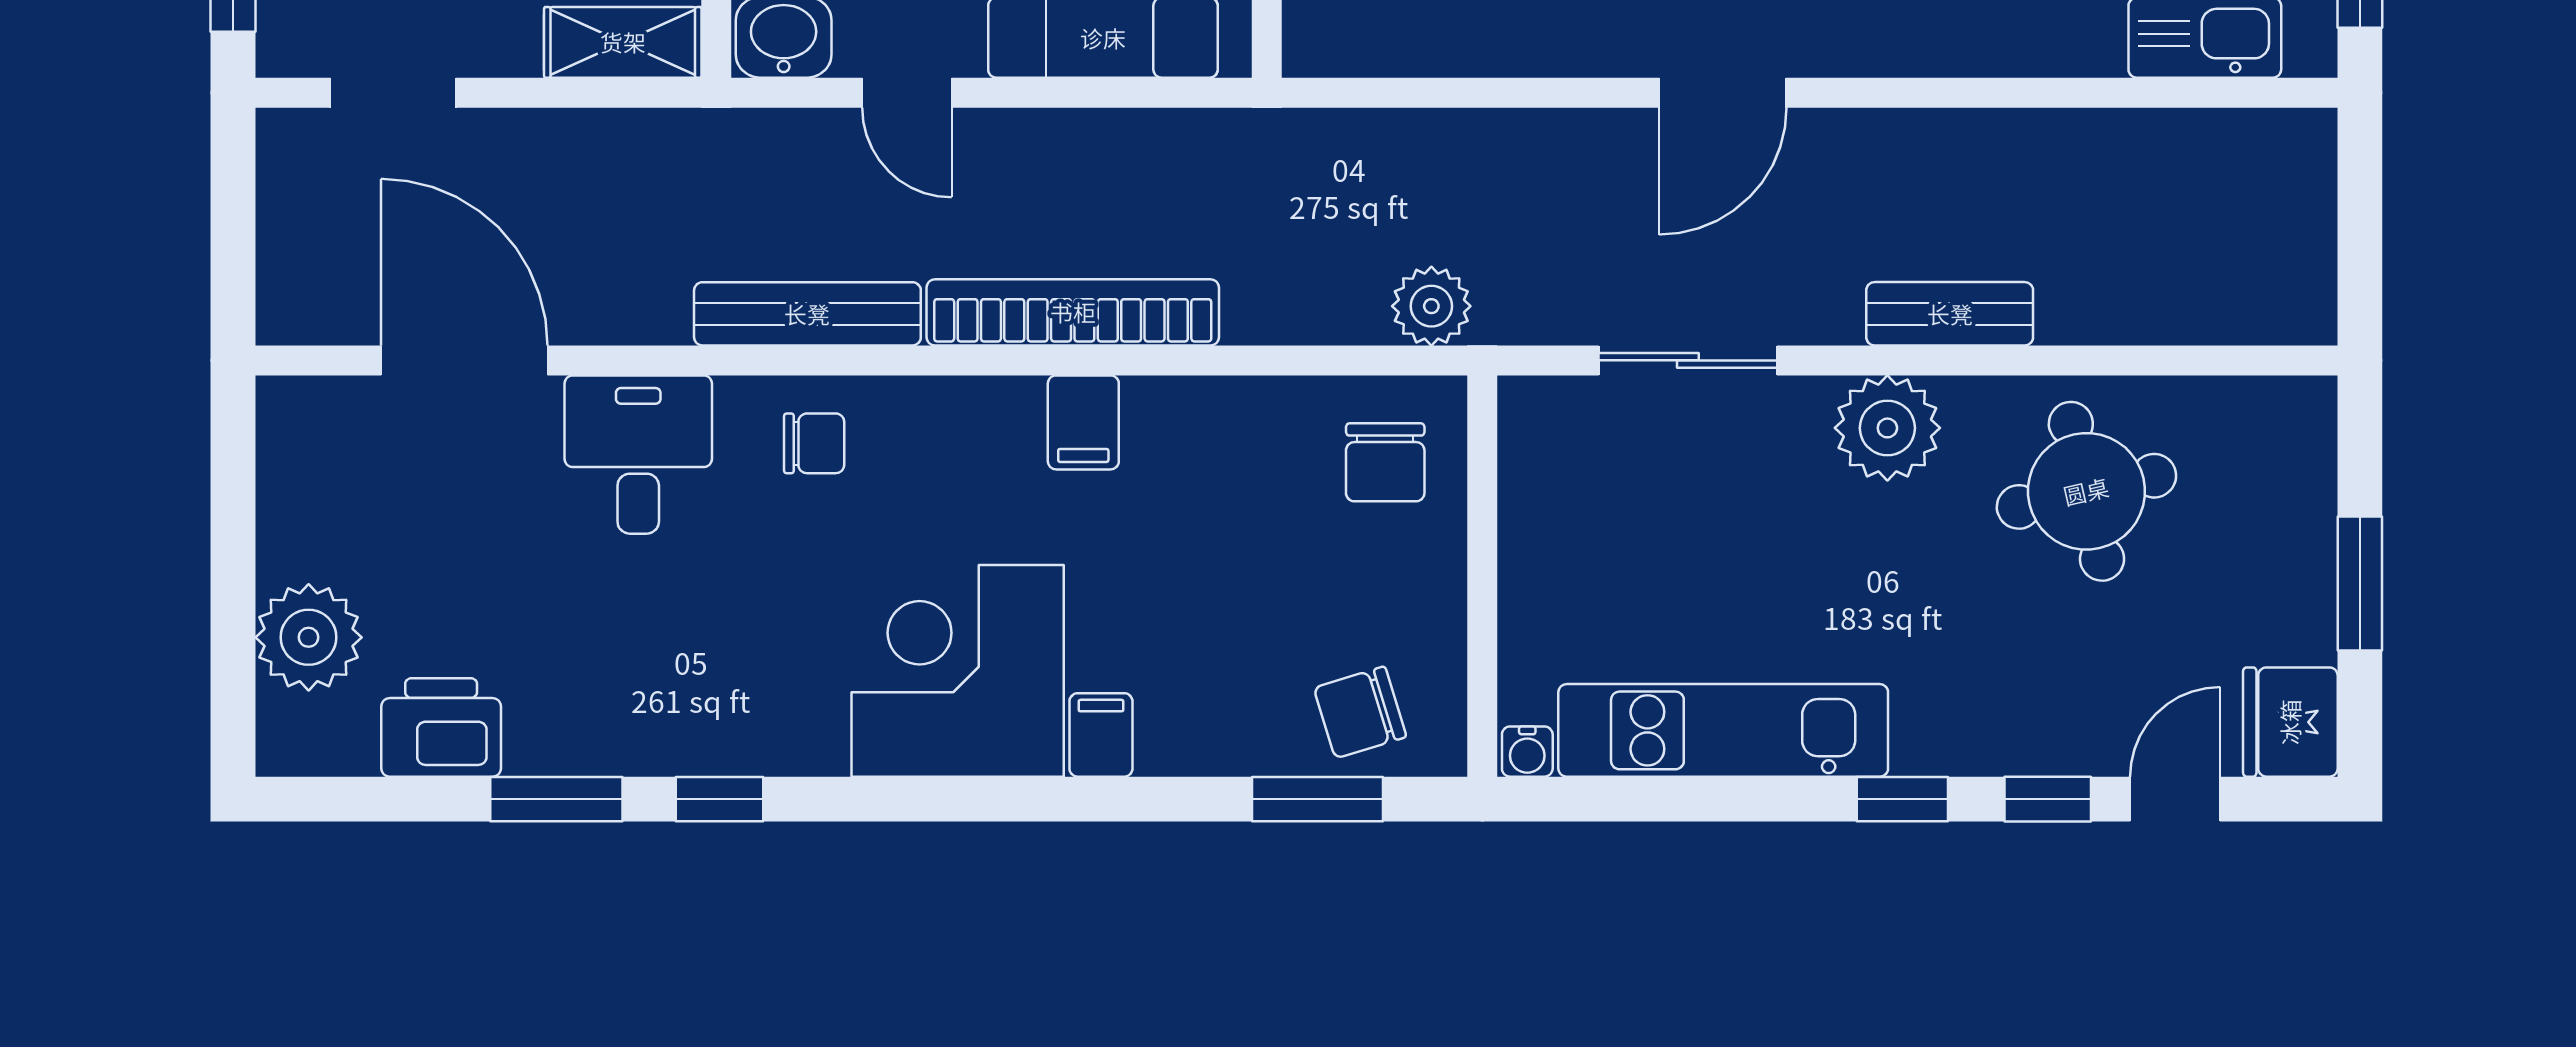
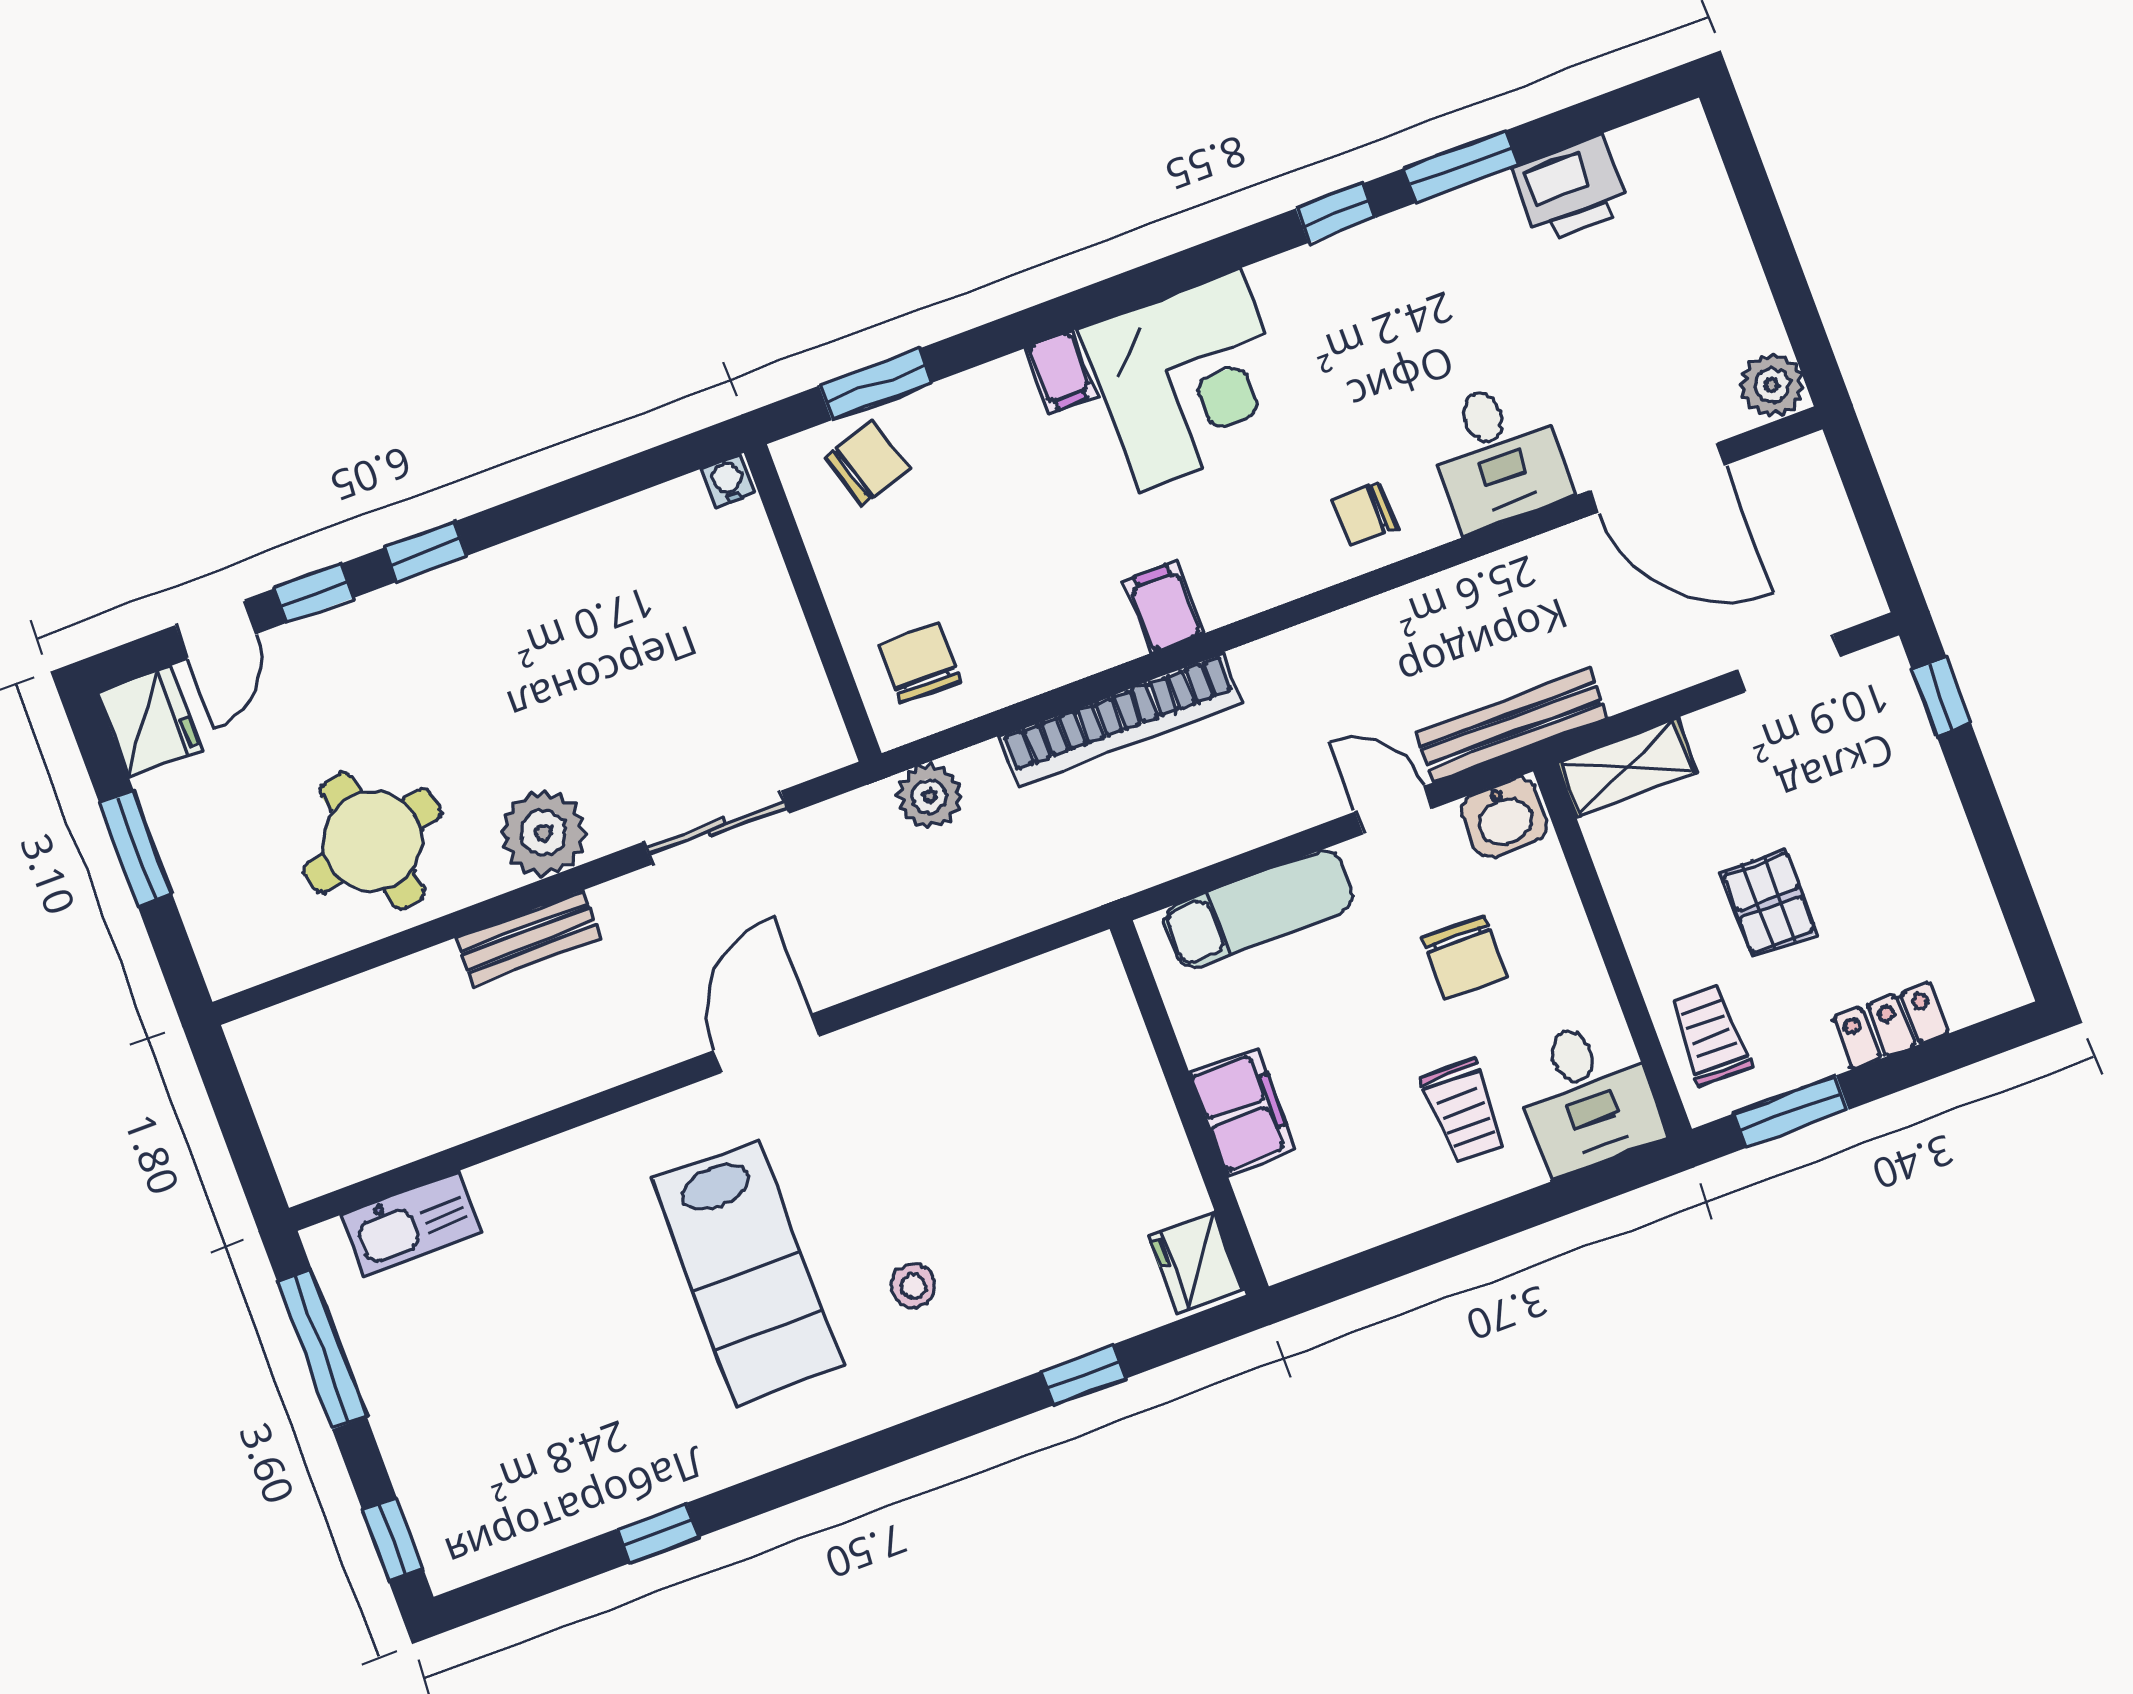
bookcase: (1073, 312) -> (1120, 720), moved
bench: (807, 314) -> (1512, 725), moved
plant: (309, 637) -> (1772, 385), moved, width x0.73, depth x0.73
kitchen unit: (1723, 730) -> (583, 553), removed

